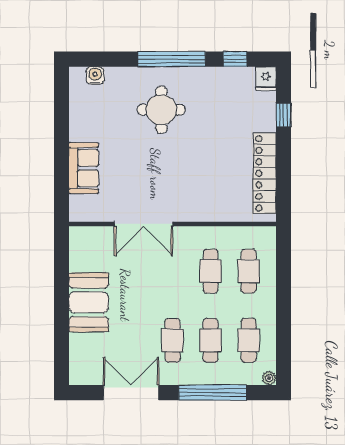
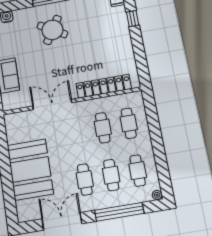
round table: (161, 110) -> (52, 30), turned 31
locker: (265, 173) -> (104, 86), moved, turned 90
double door: (143, 224) -> (52, 104), swing flipped
booth: (89, 302) -> (30, 169), width x1.36, depth x1.42

